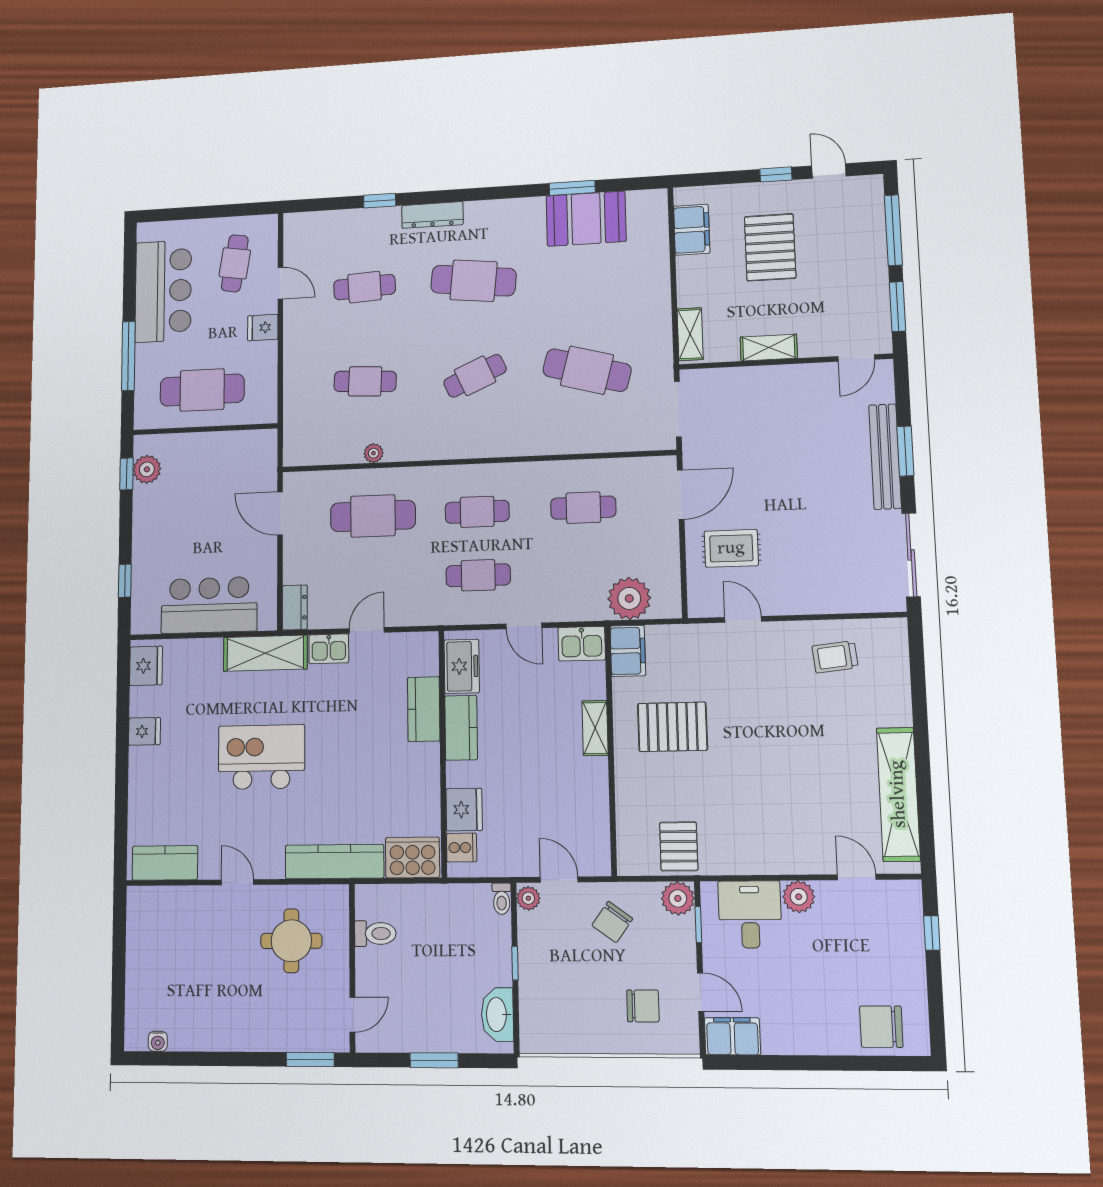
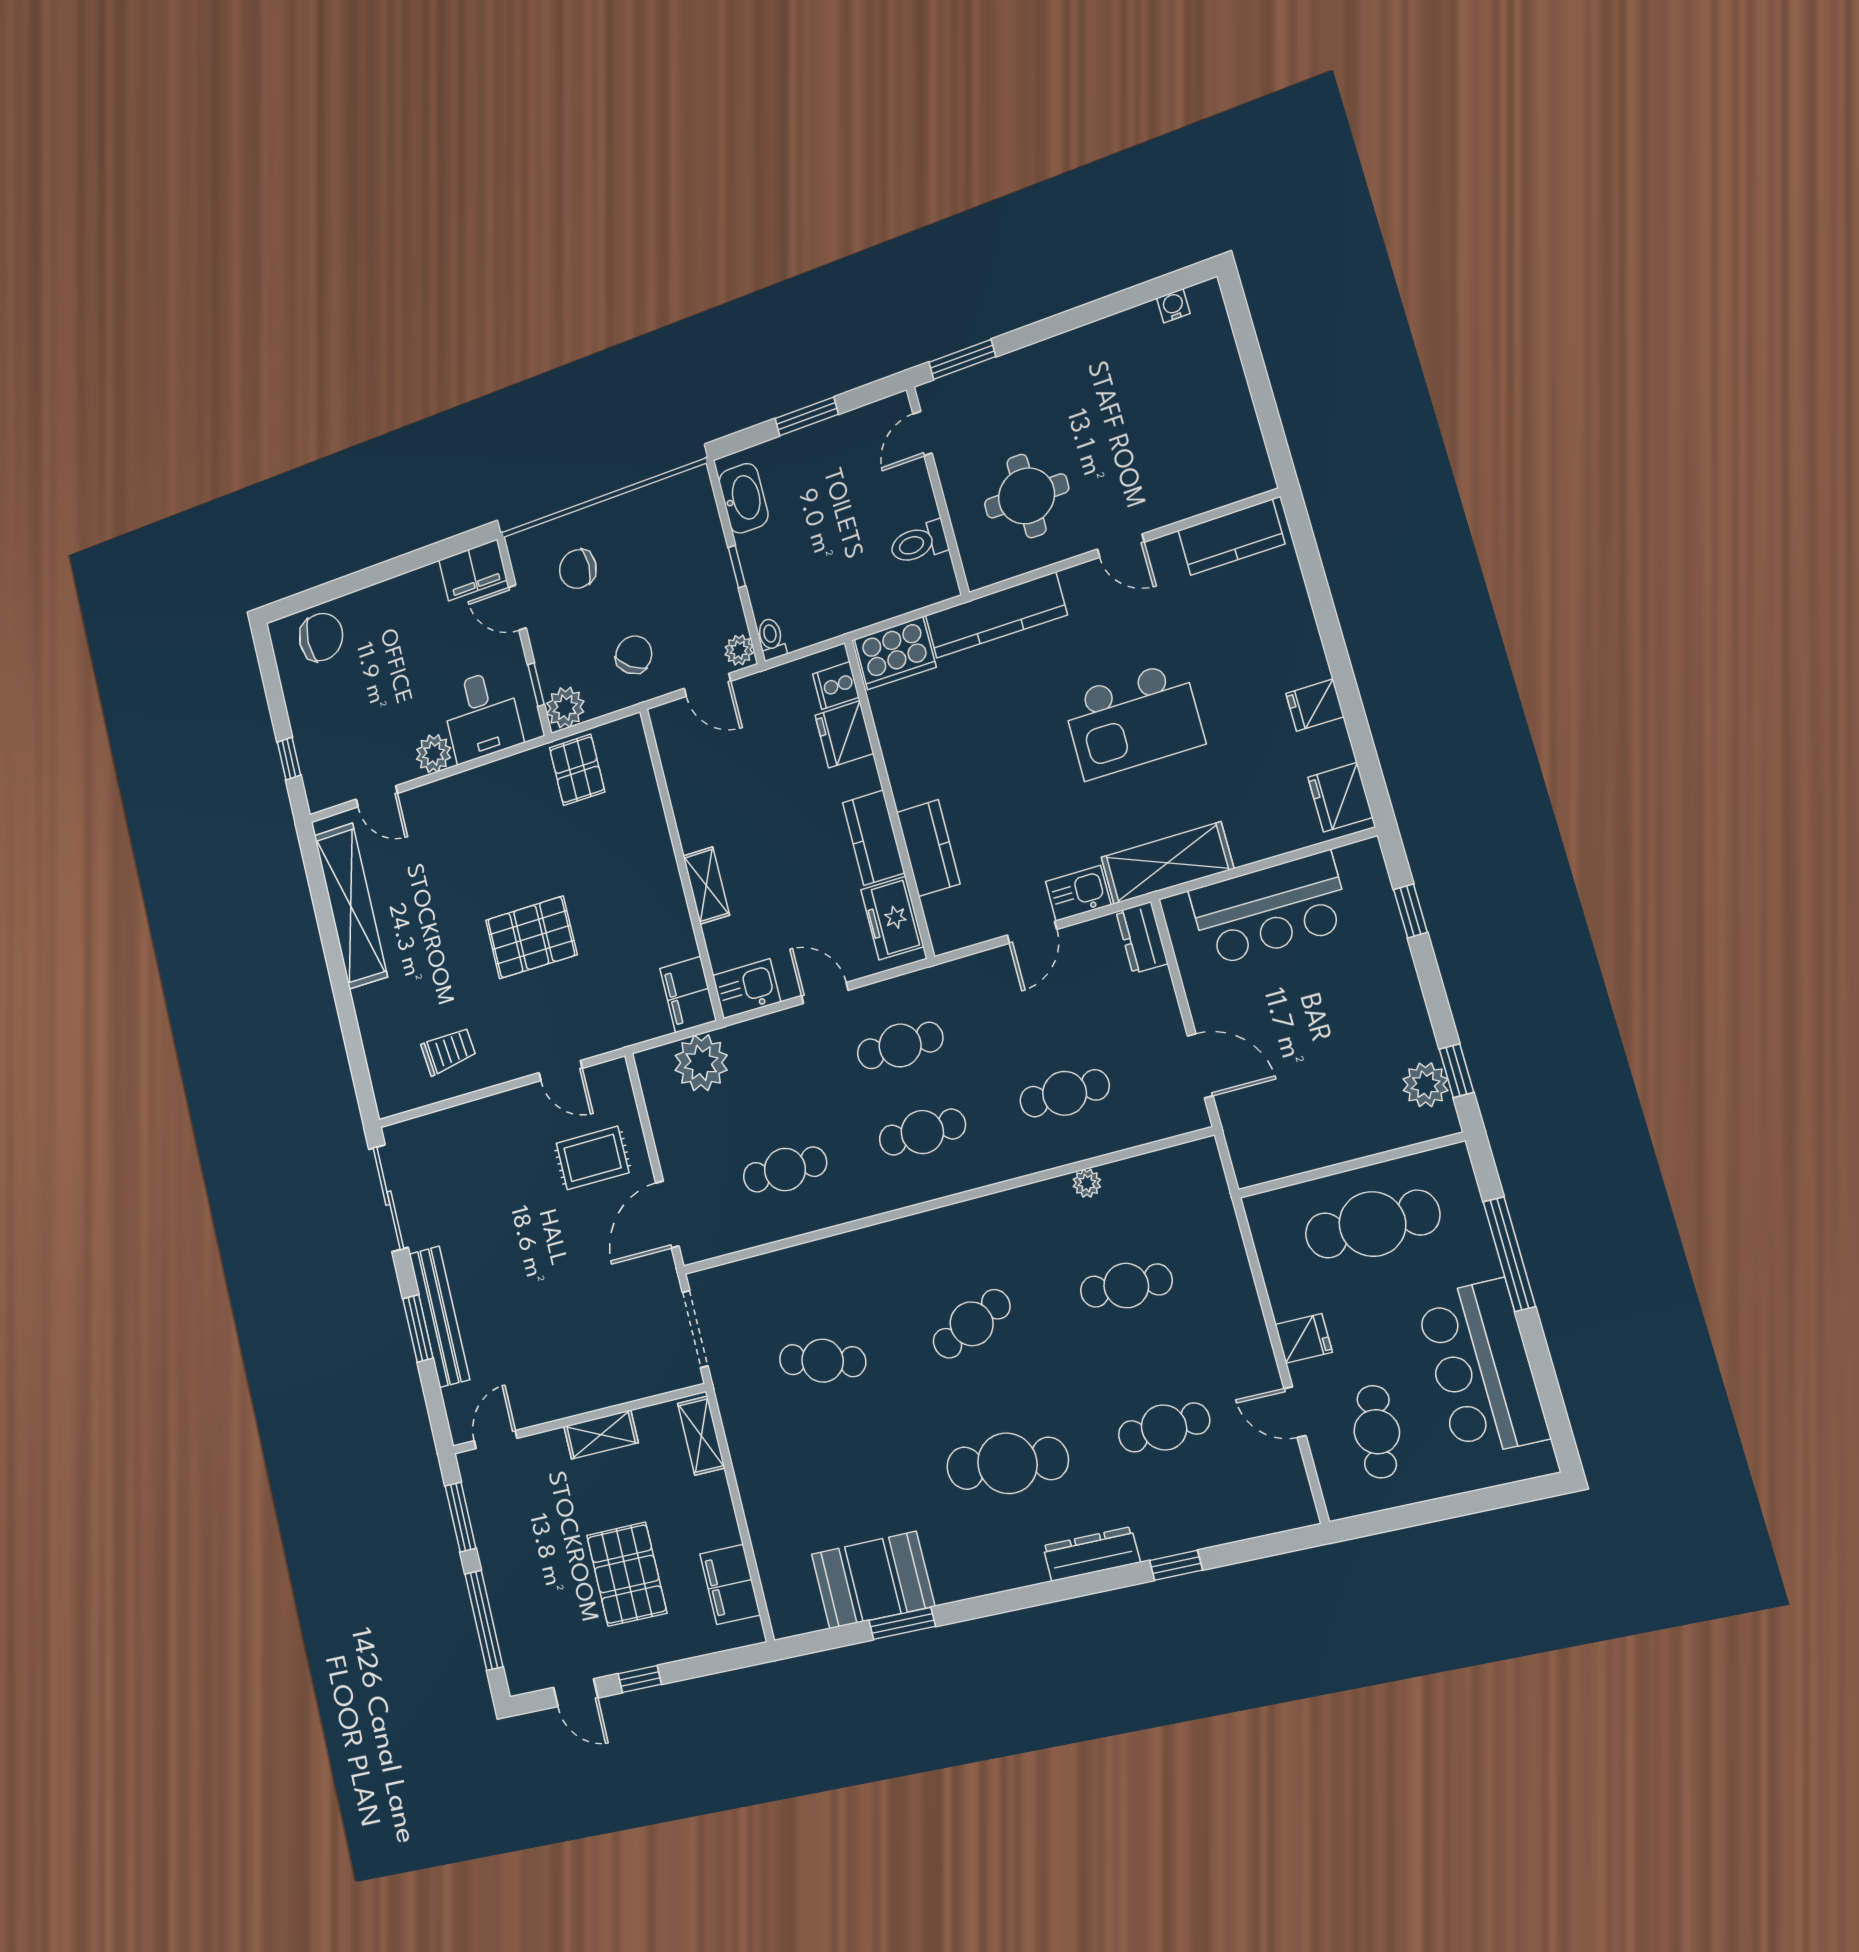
cafe table: (587, 370) -> (823, 1361), width x0.73, depth x0.74
cafe table: (373, 516) -> (1065, 1093), width x0.73, depth x0.74
pallet: (672, 727) -> (531, 937), moved

